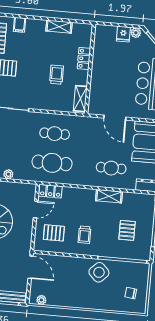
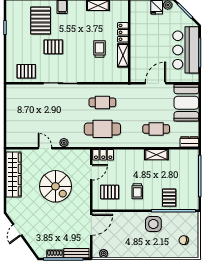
shelving: (80, 99) -> (123, 55), moved
door: (115, 118) -> (156, 83), swing flipped
pallet: (127, 230) -> (169, 198), moved
door: (31, 267) -> (91, 225), hinge flipped
side table: (99, 272) -> (153, 224), turned 45

